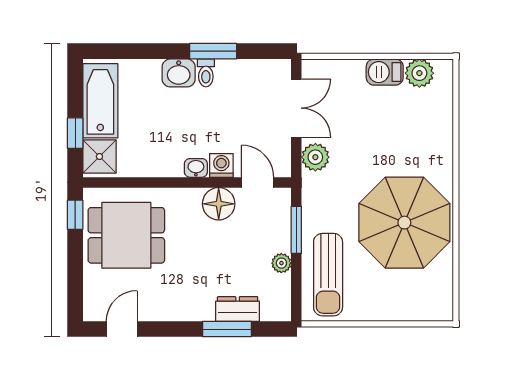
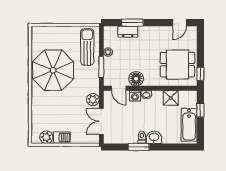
shower: (99, 156) -> (171, 98), moved

